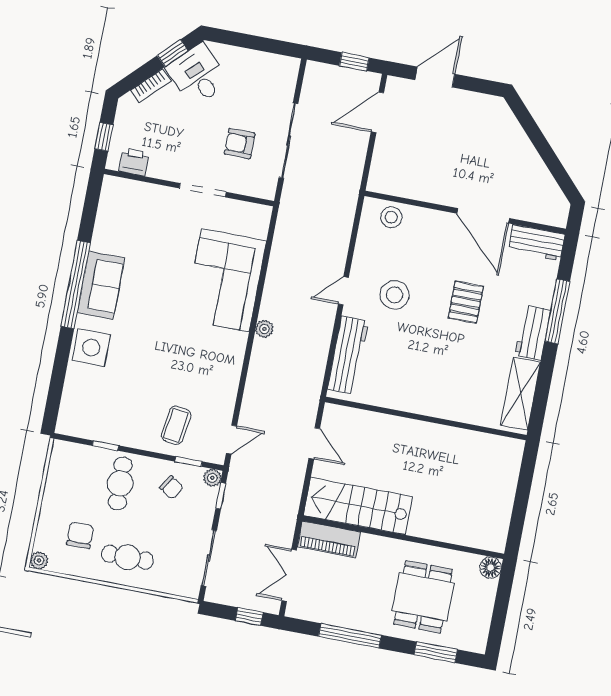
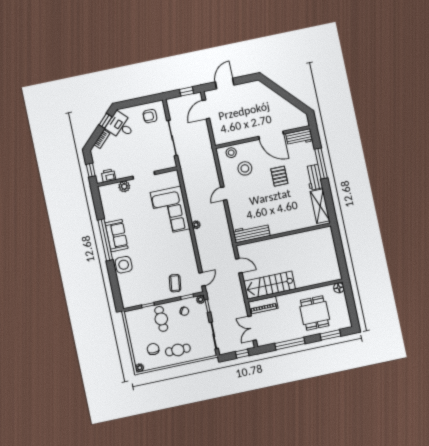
armchair: (240, 144) -> (150, 116), moved
plant: (156, 196) -> (124, 186), added
stool: (395, 295) -> (245, 168), moved
workbench: (348, 355) -> (251, 233), moved, turned -90

